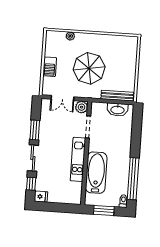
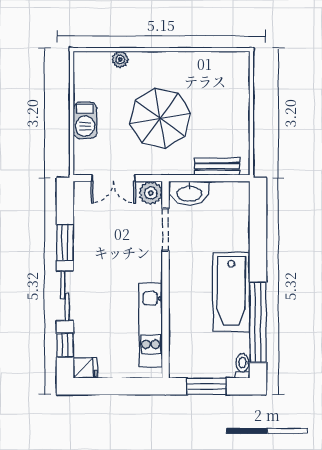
bench: (117, 96) -> (217, 167), width x0.73
washbasin: (118, 110) -> (189, 193), moved
kitchen unit: (78, 159) -> (151, 325), moved
bathtub: (96, 173) -> (231, 292), moved, turned 180

